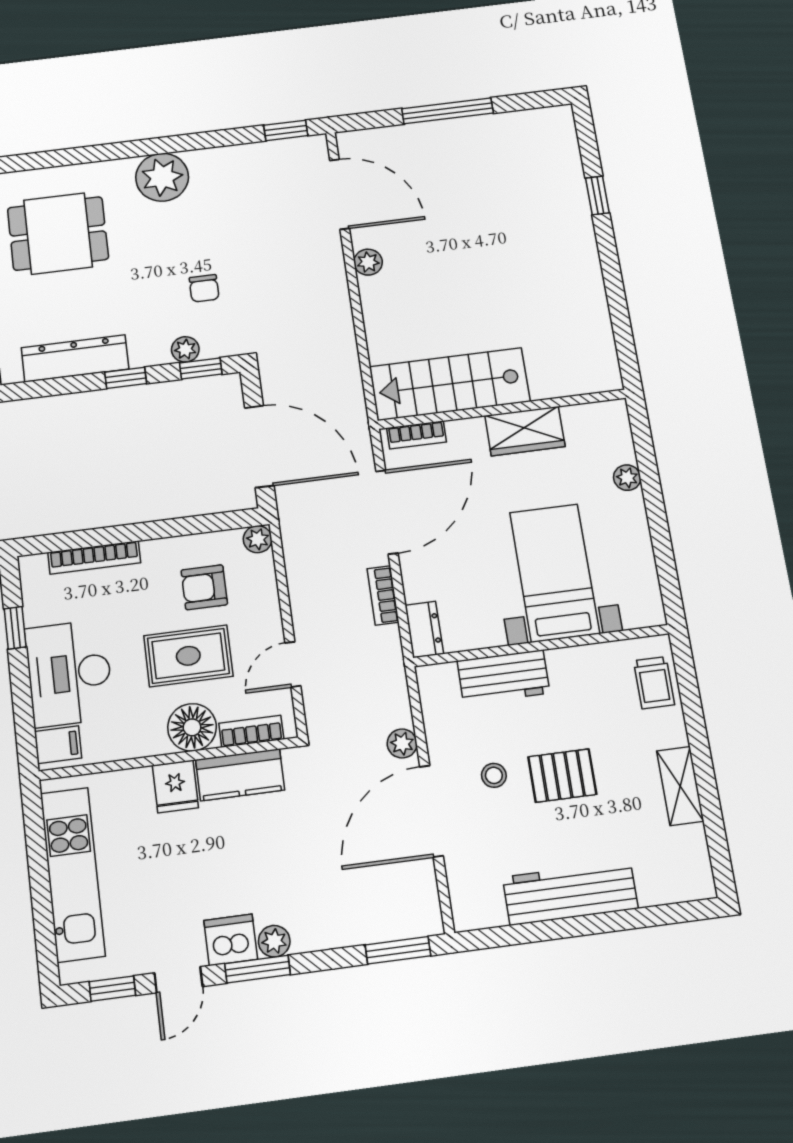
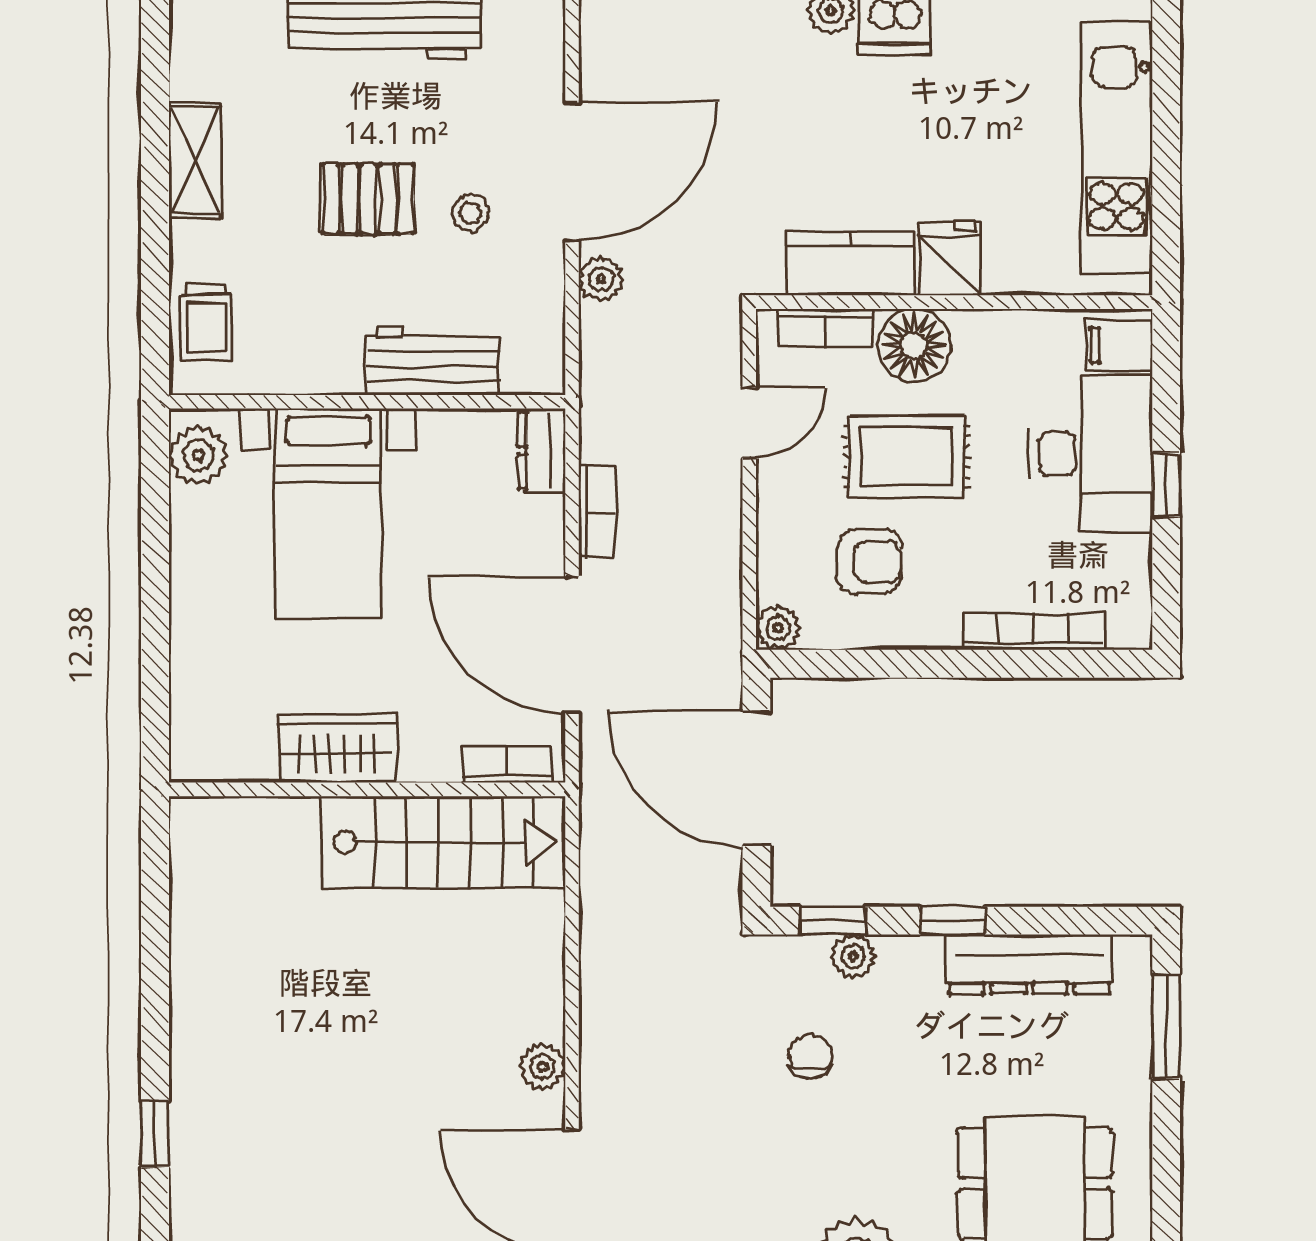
plant: (627, 478) -> (198, 455), moved, width x1.38, depth x1.38
door: (387, 512) -> (572, 645), hinge flipped
window: (15, 628) -> (1166, 485), moved
trolley: (654, 683) -> (206, 322), turned 180

